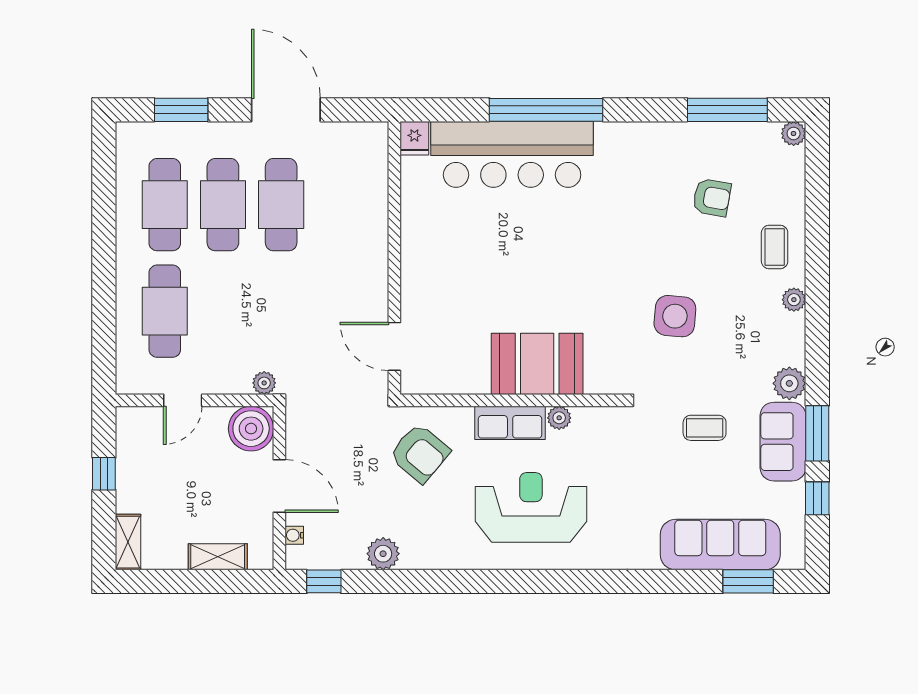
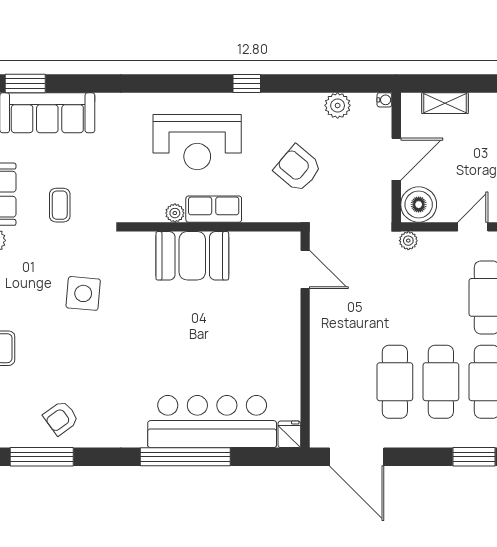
door: (286, 110) -> (357, 457), moved
armchair: (712, 198) -> (61, 418), moved, turned -46
coffee table: (705, 428) -> (60, 205), turned 90
armchair: (420, 453) -> (298, 168), moved
door: (279, 486) -> (396, 159), swing flipped
water cooler: (294, 535) -> (384, 100), moved
plant: (383, 554) -> (338, 105), moved
window: (324, 581) -> (247, 84), moved

